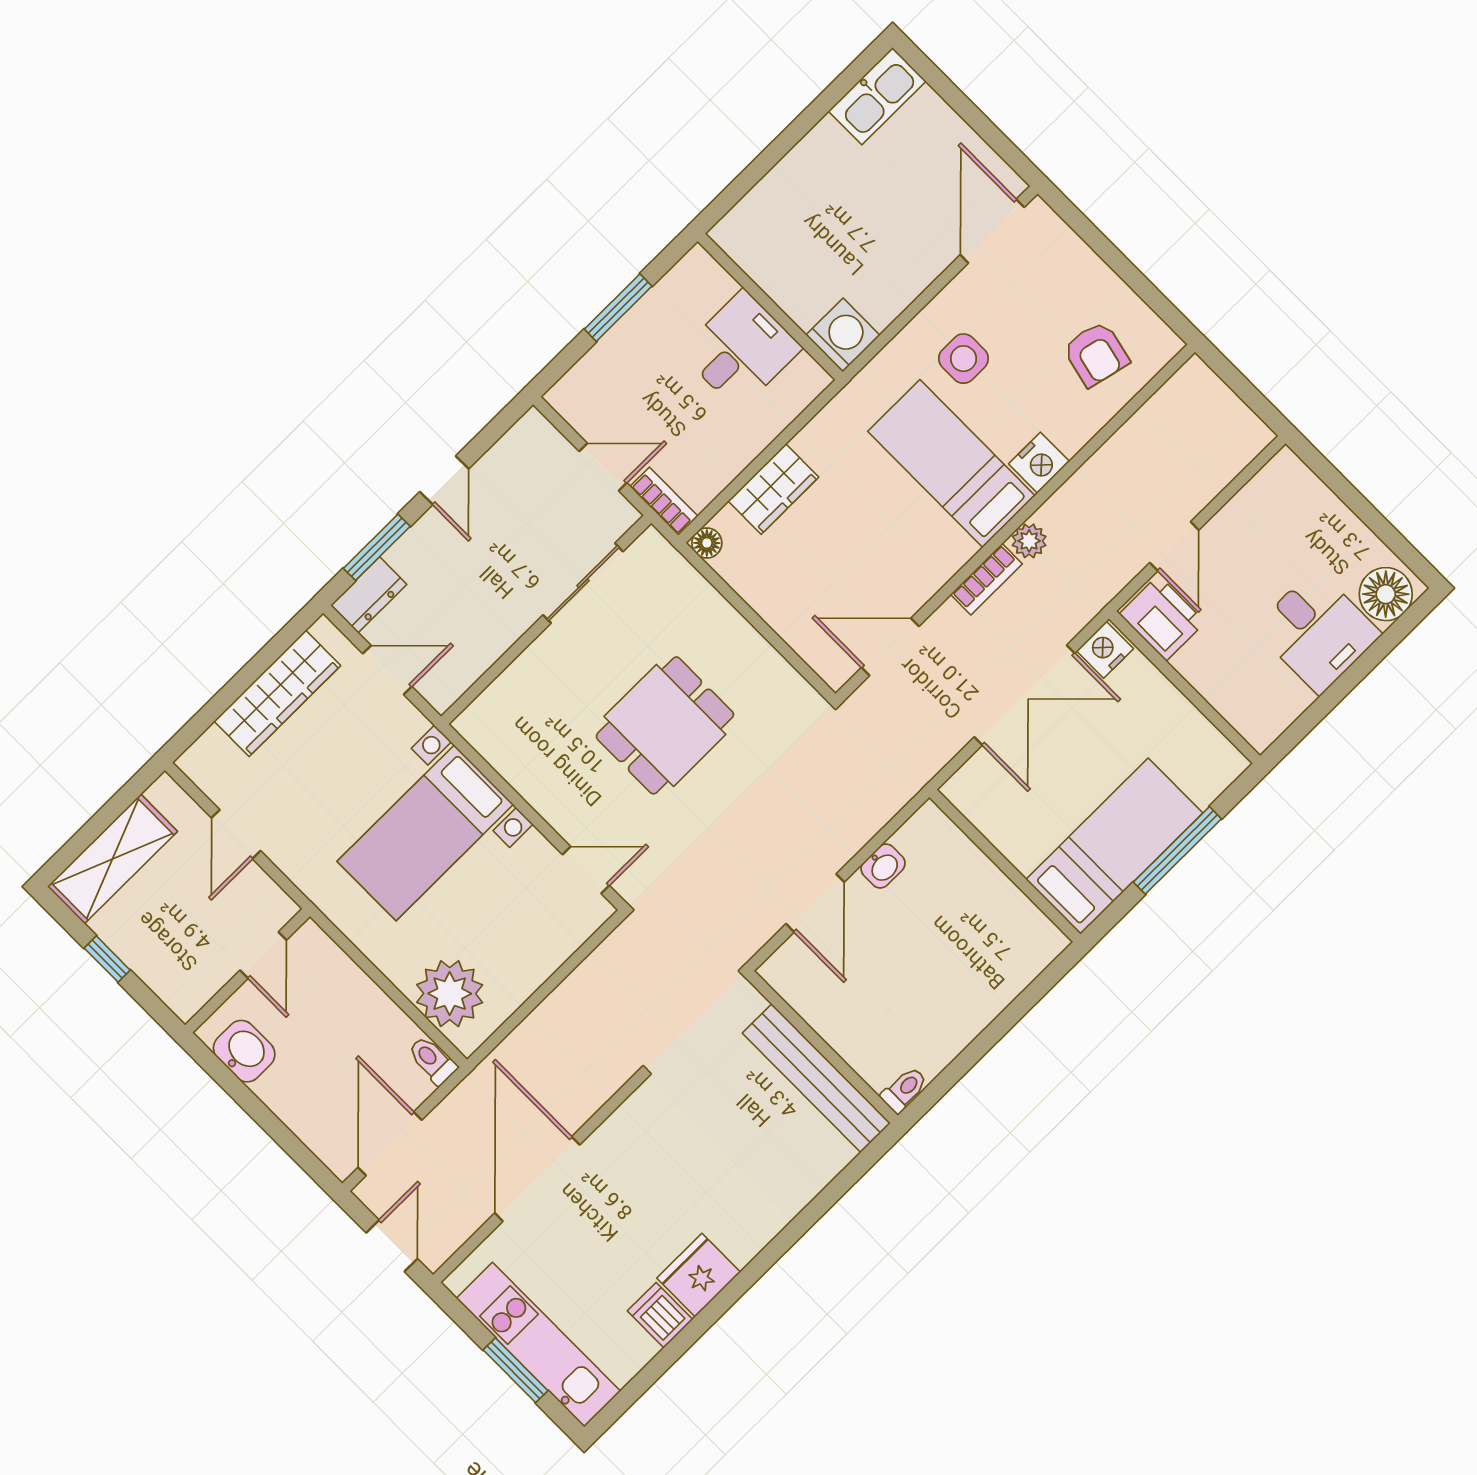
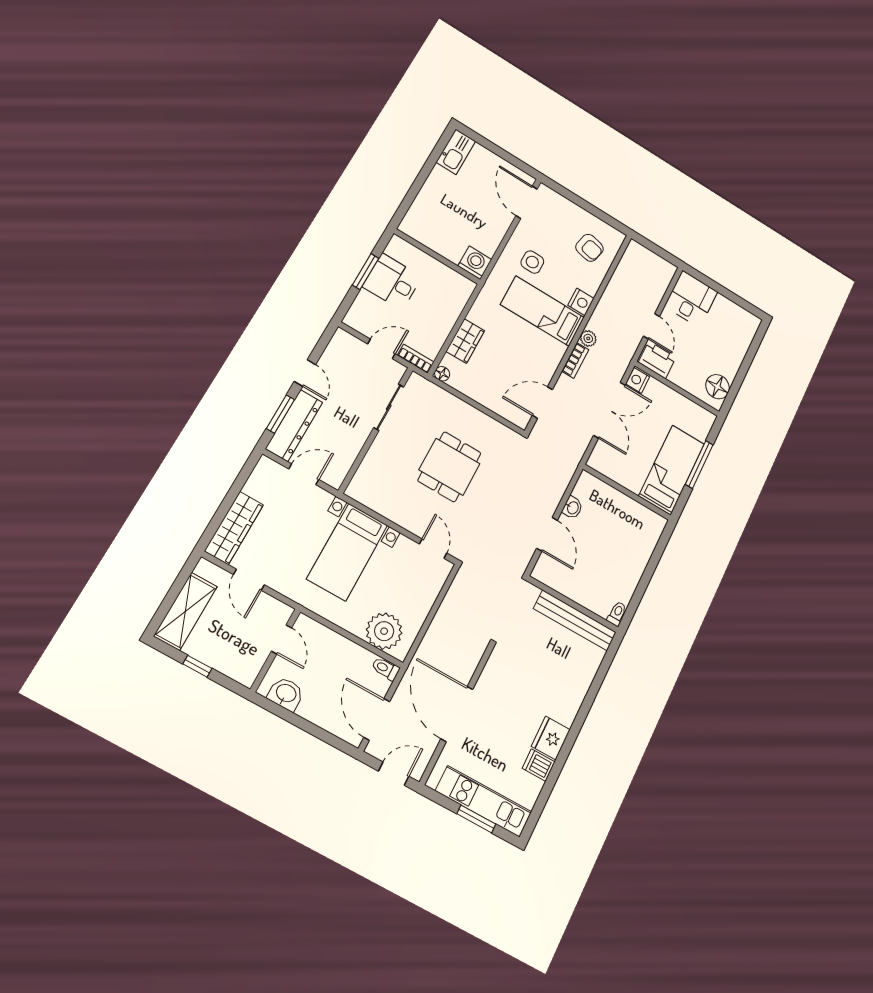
desk: (741, 350) -> (392, 282), moved, turned -90
floor lamp: (1386, 594) -> (718, 387), moved
dresser: (369, 595) -> (294, 425), width x1.96, depth x1.24
desk: (1317, 631) -> (691, 299), moved, turned -90
wardrobe: (277, 693) -> (234, 528), moved
door: (586, 870) -> (433, 549), hinge flipped
door: (392, 1246) -> (394, 774), hinge flipped

